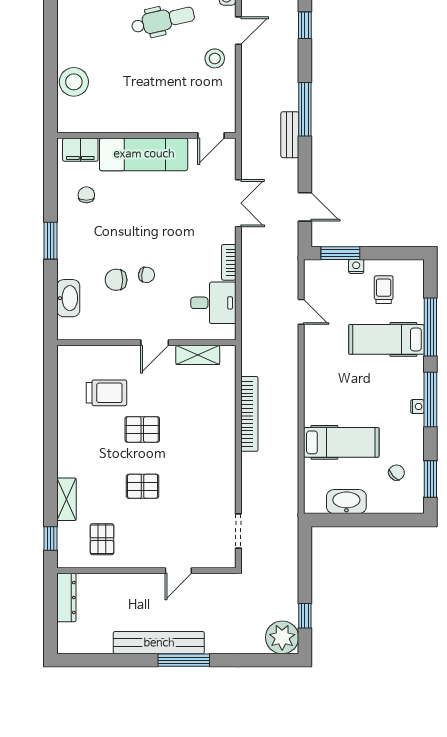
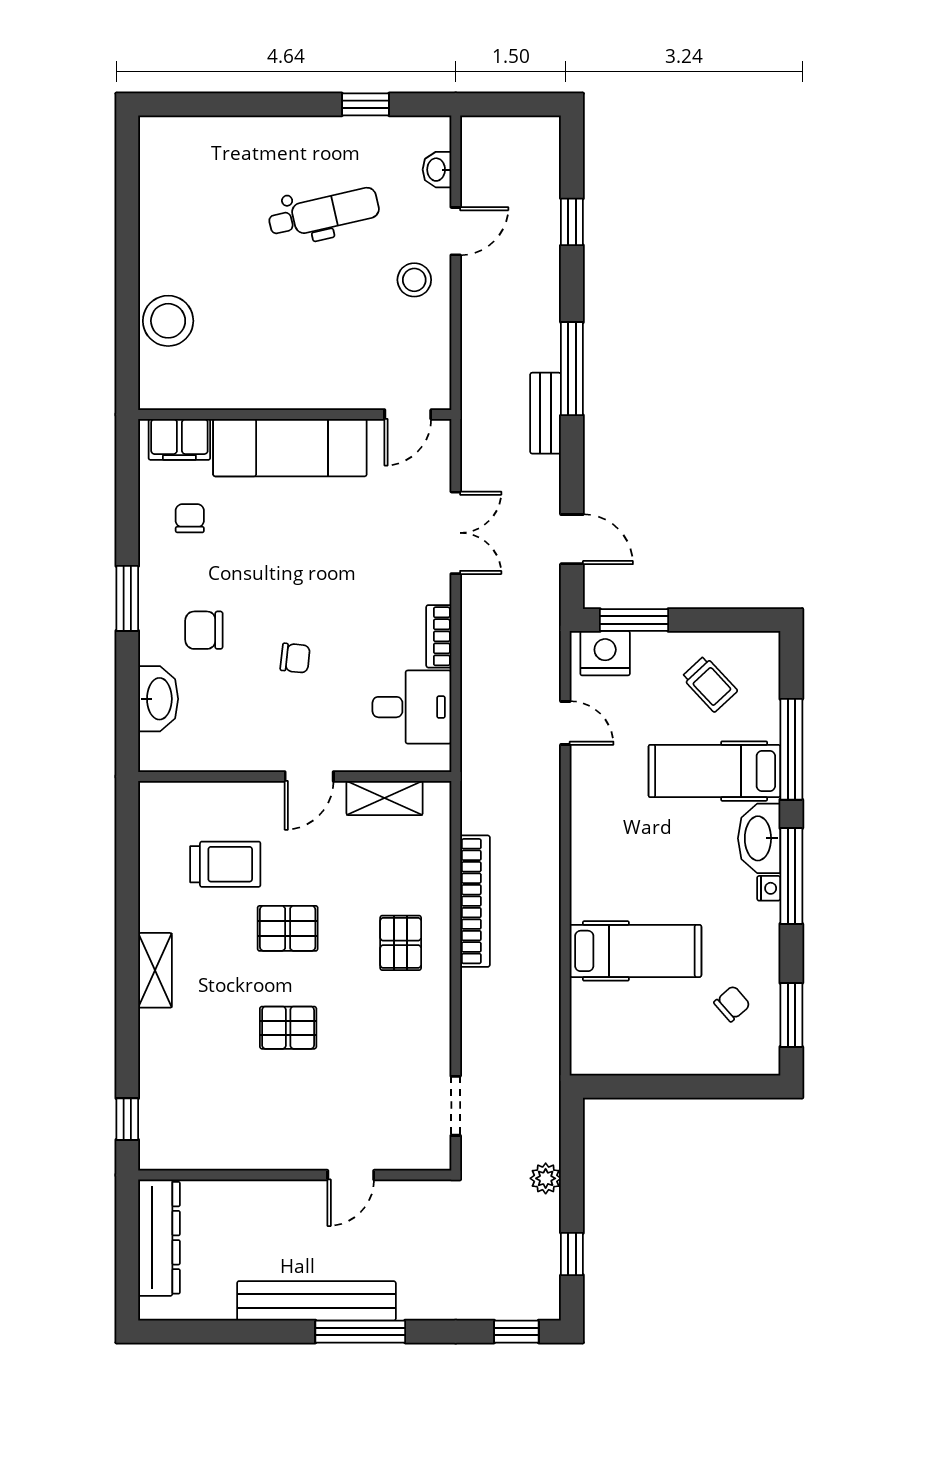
nightstand: (356, 266) -> (605, 653), moved, width x1.89, depth x1.79
chair: (116, 280) -> (204, 630), moved
trolley: (384, 290) -> (710, 684), turned 137
shelving: (66, 499) -> (155, 970), moved
washbasin: (346, 502) -> (759, 838), moved, turned -90
pallet: (102, 539) -> (401, 943), moved
dresser: (66, 598) -> (159, 1238), width x1.37, depth x1.24
plant: (282, 637) -> (546, 1178), moved, width x0.53, depth x0.53
window: (273, 660) -> (516, 1332), added

